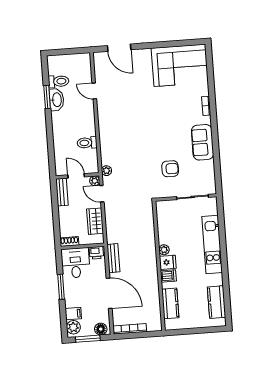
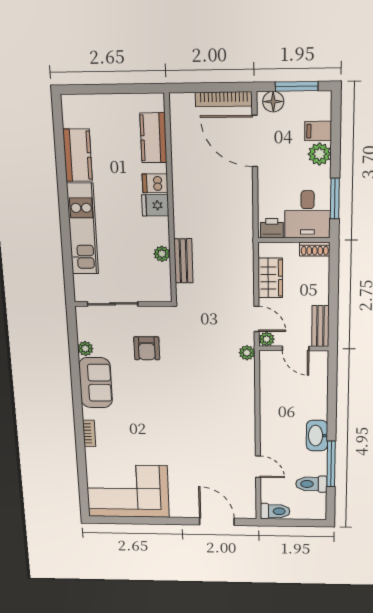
window: (47, 97) -> (331, 464), width x1.44
washbasin: (57, 100) -> (317, 436), moved
toilet: (87, 143) -> (275, 511), moved
plant: (209, 166) -> (85, 348), added
armchair: (170, 169) -> (147, 348), turned -90
plant: (164, 250) -> (162, 254), moved
bench: (113, 258) -> (183, 261), moved
window: (61, 287) -> (335, 199), moved
door: (109, 293) -> (255, 141), moved
kitchen counter: (217, 302) -> (78, 155), moved
plant: (73, 327) -> (319, 154), moved

